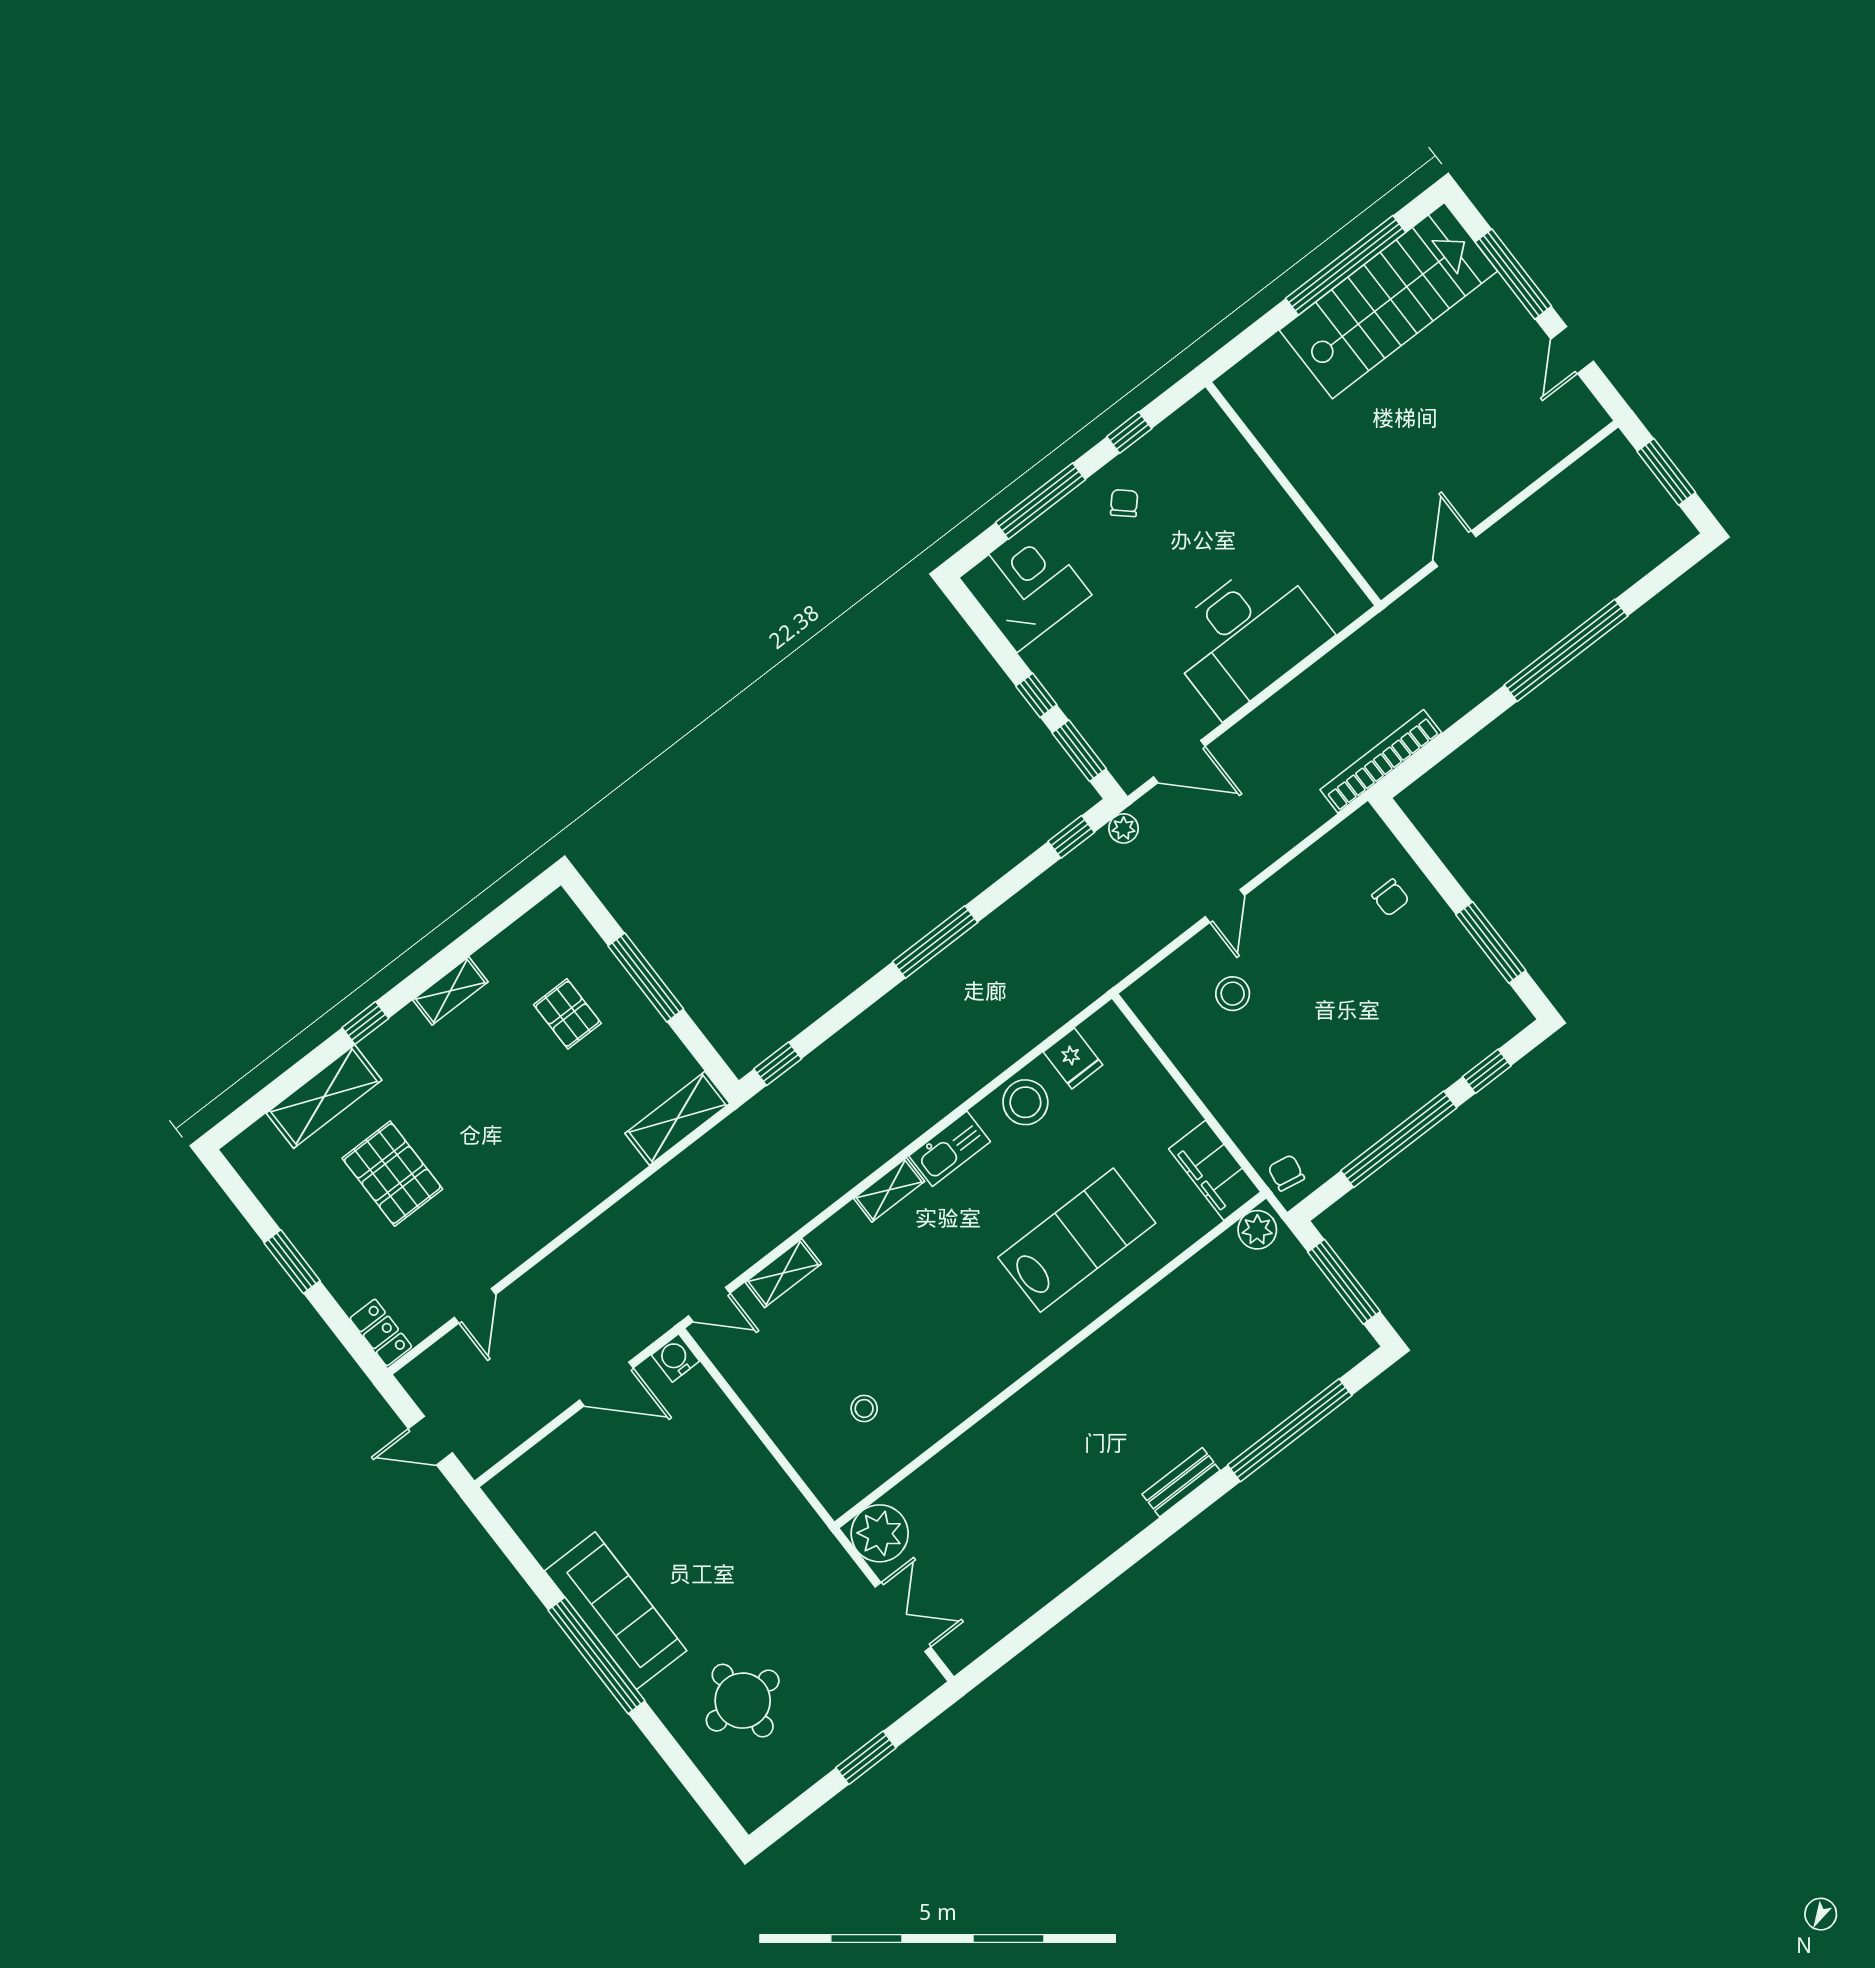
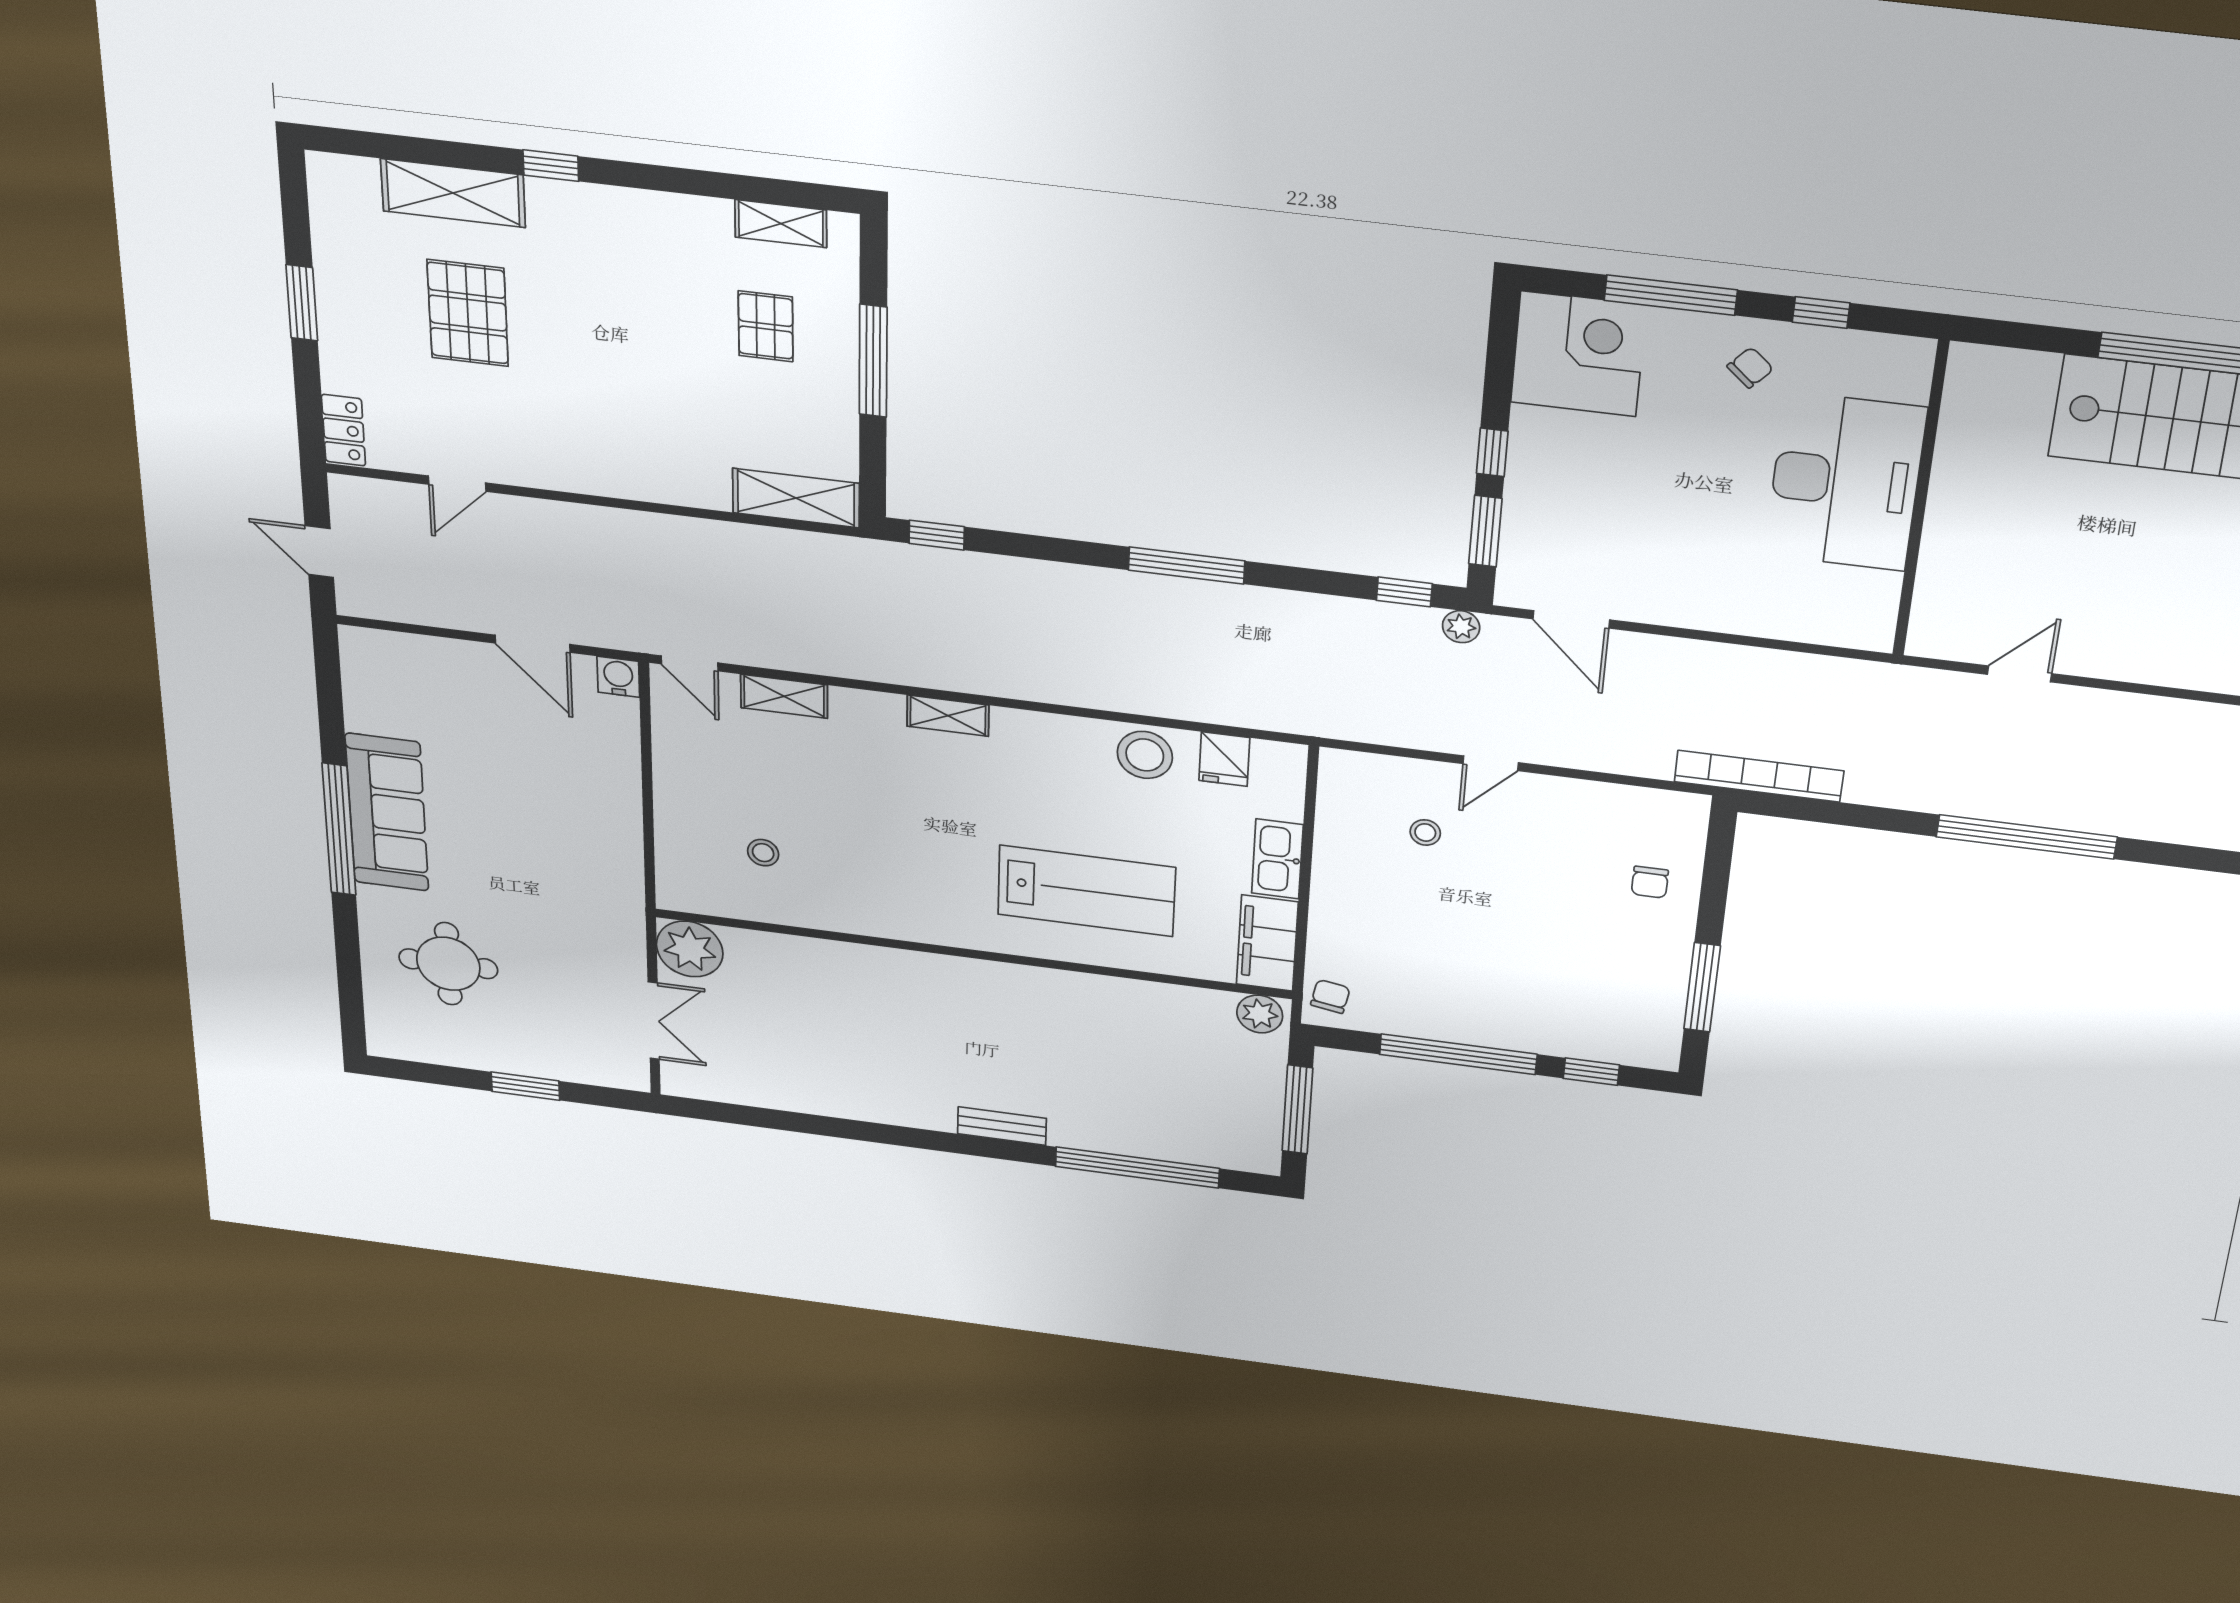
desk: (1246, 636) -> (1845, 482), moved, turned -90
shelving: (450, 991) -> (781, 224), moved
stool: (1233, 994) -> (1425, 832), width x0.73, depth x0.73
kitchen sink: (950, 1149) -> (1277, 859), moved, turned 90

